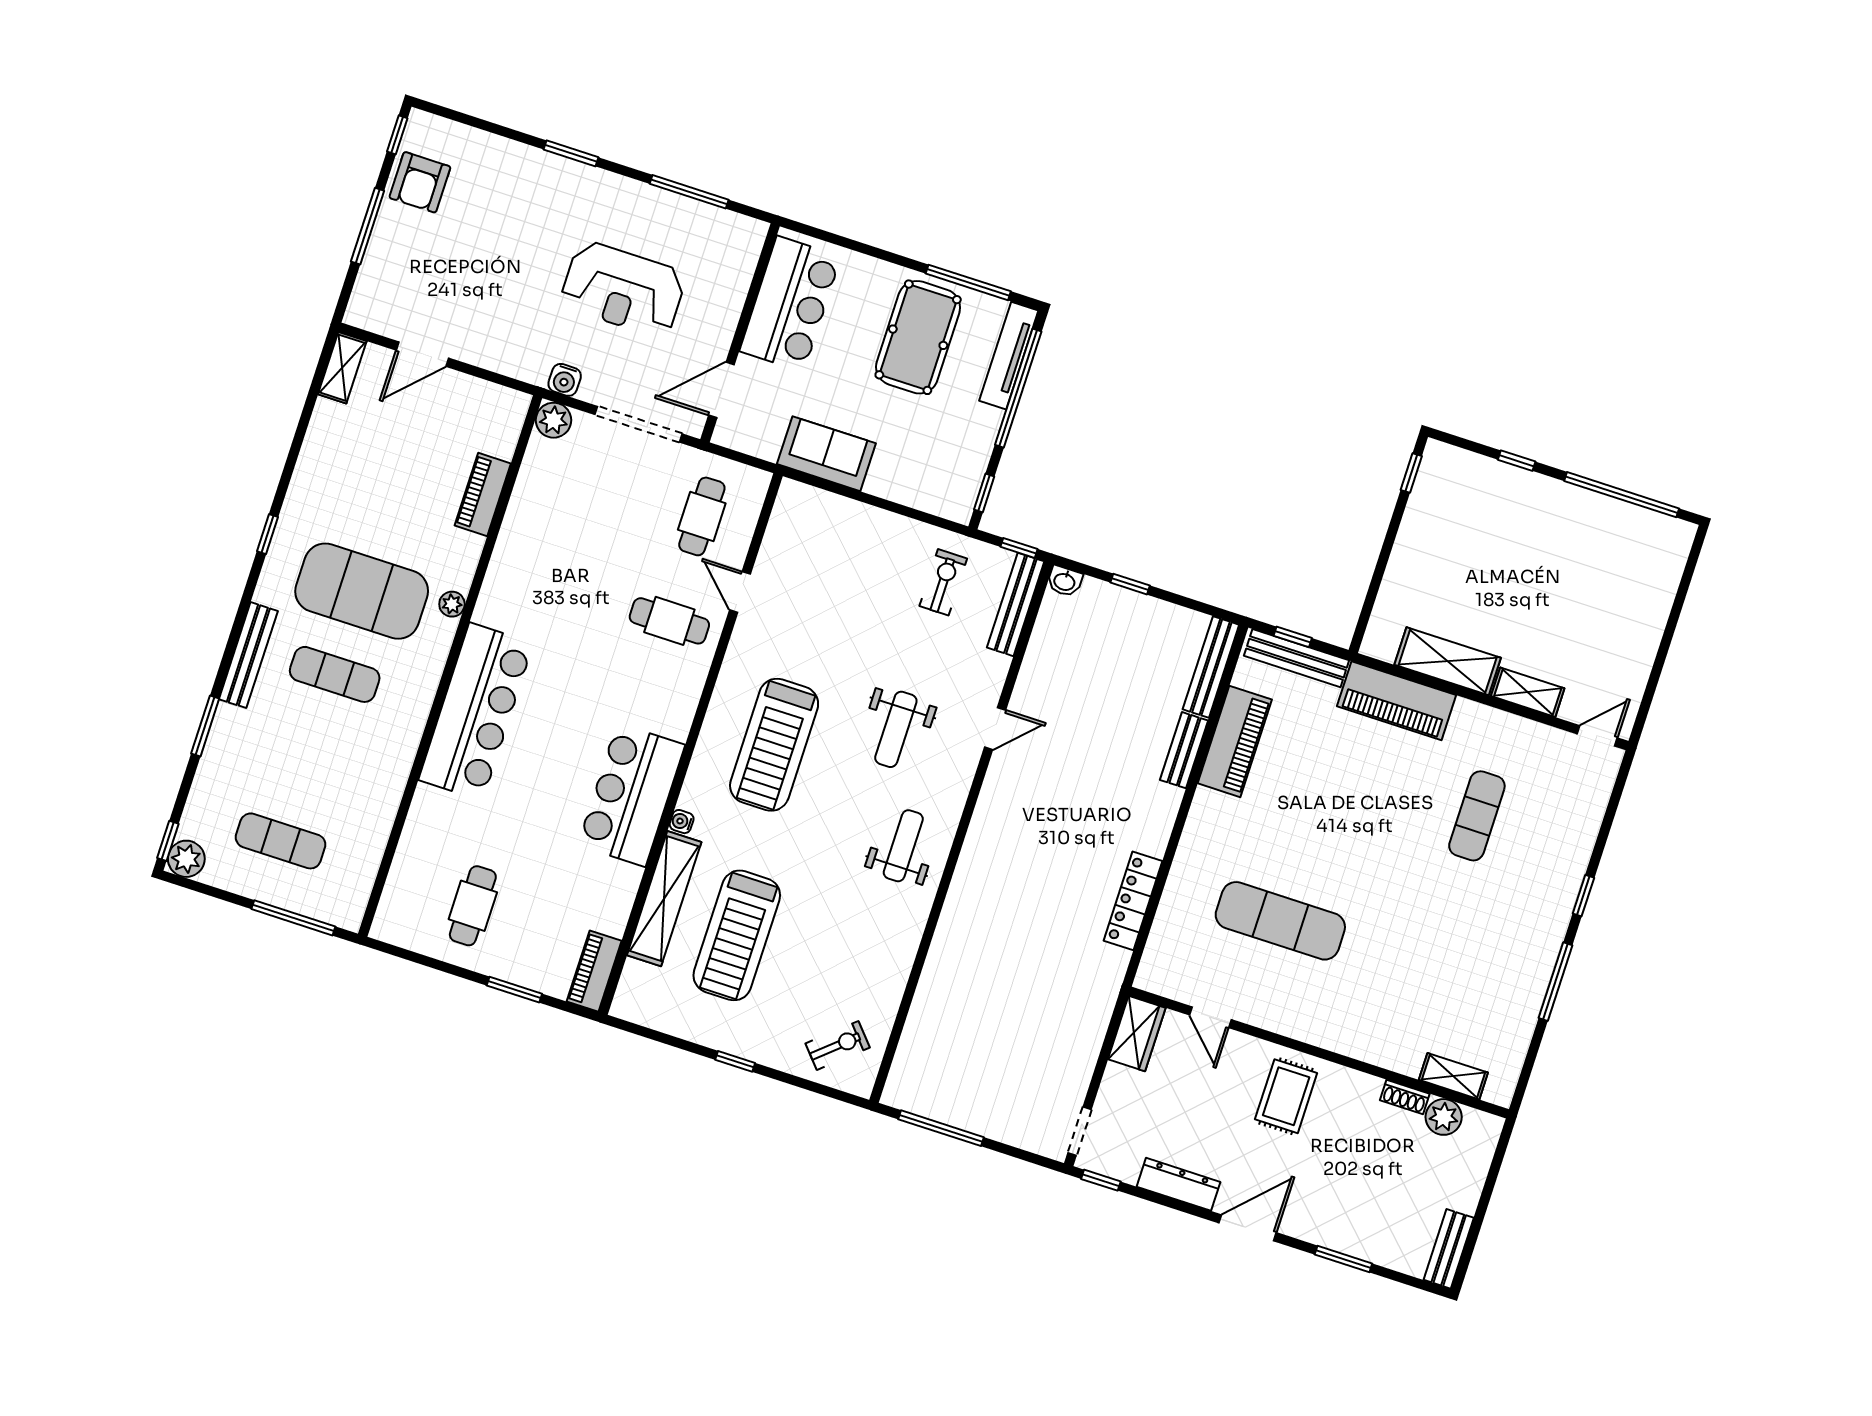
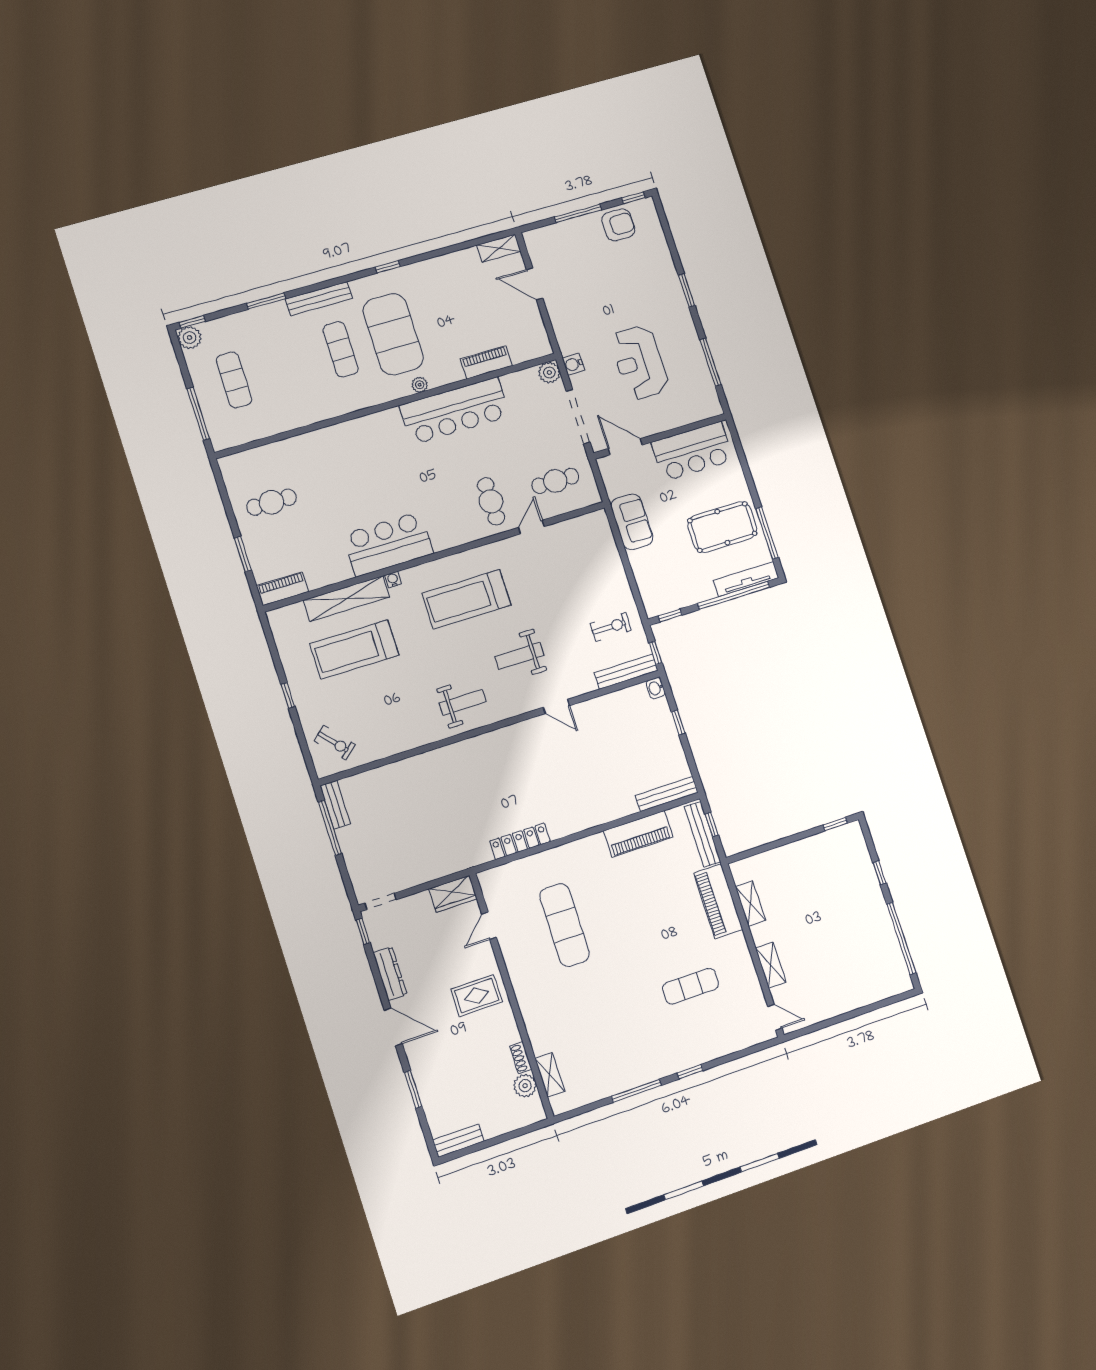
armchair: (420, 182) -> (618, 225), turned 180
shelving: (1448, 661) -> (750, 904), width x0.67, depth x0.75
bar counter: (476, 712) -> (455, 411), moved
bench: (1184, 750) -> (335, 805), moved, turned 90

